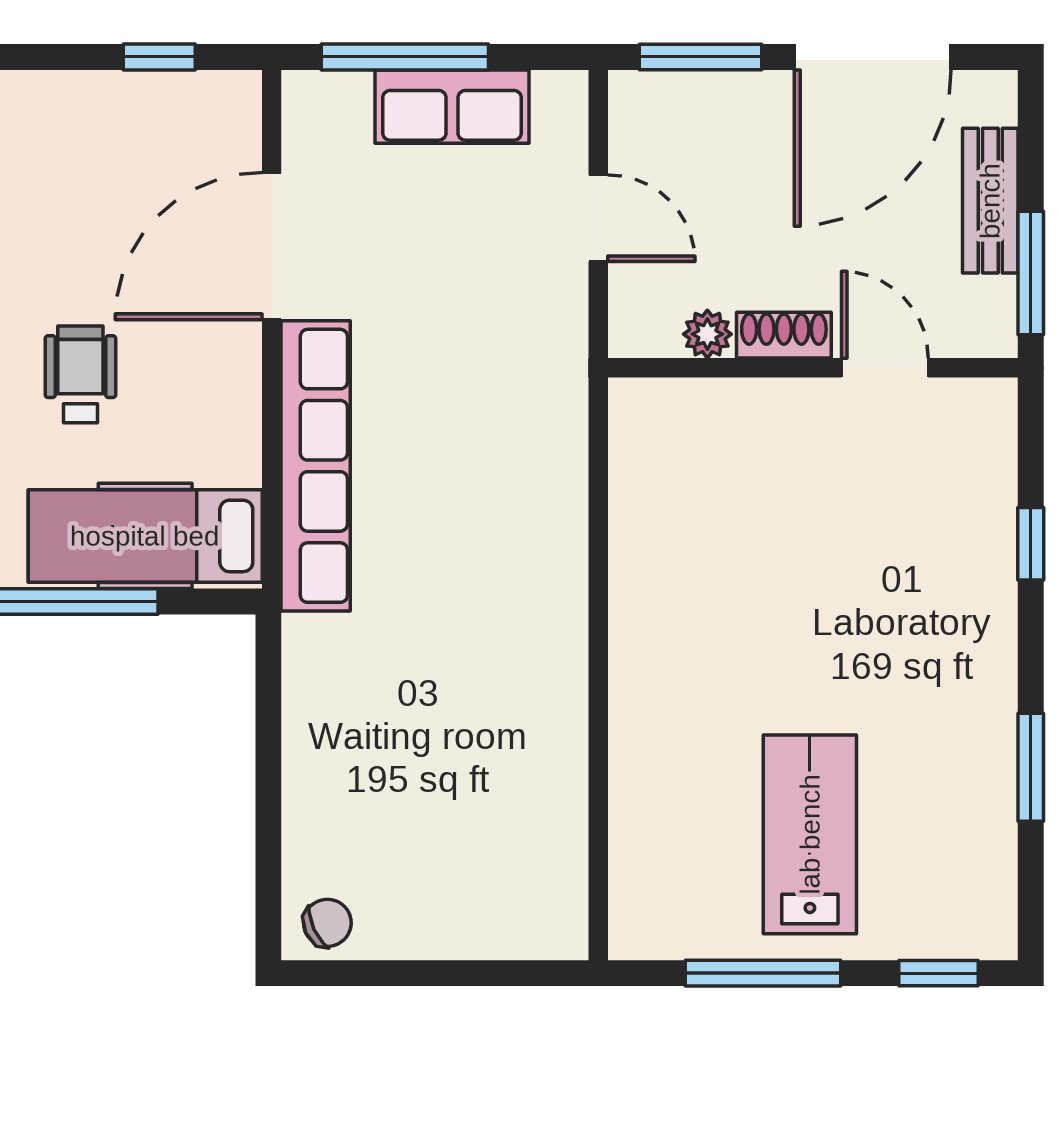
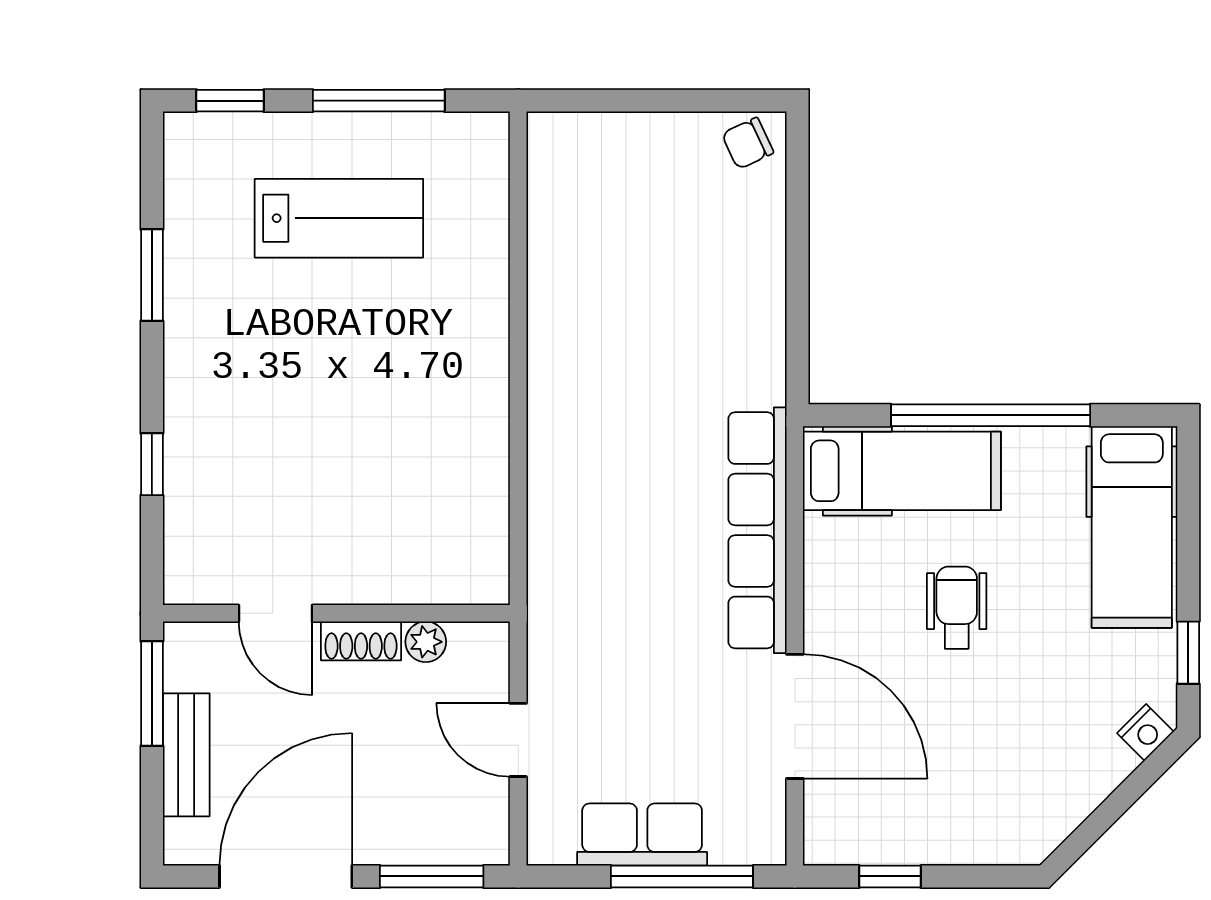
door: (272, 246) -> (795, 716), hinge flipped
wheelchair: (80, 374) -> (957, 608), turned 180
lab bench: (810, 834) -> (339, 218), turned -90

